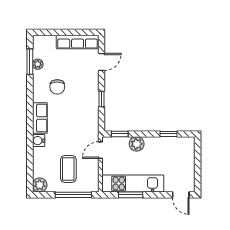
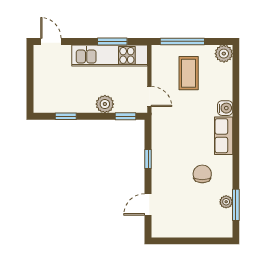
row of seats: (78, 42) -> (177, 229), removed
door: (100, 150) -> (149, 96), hinge flipped

